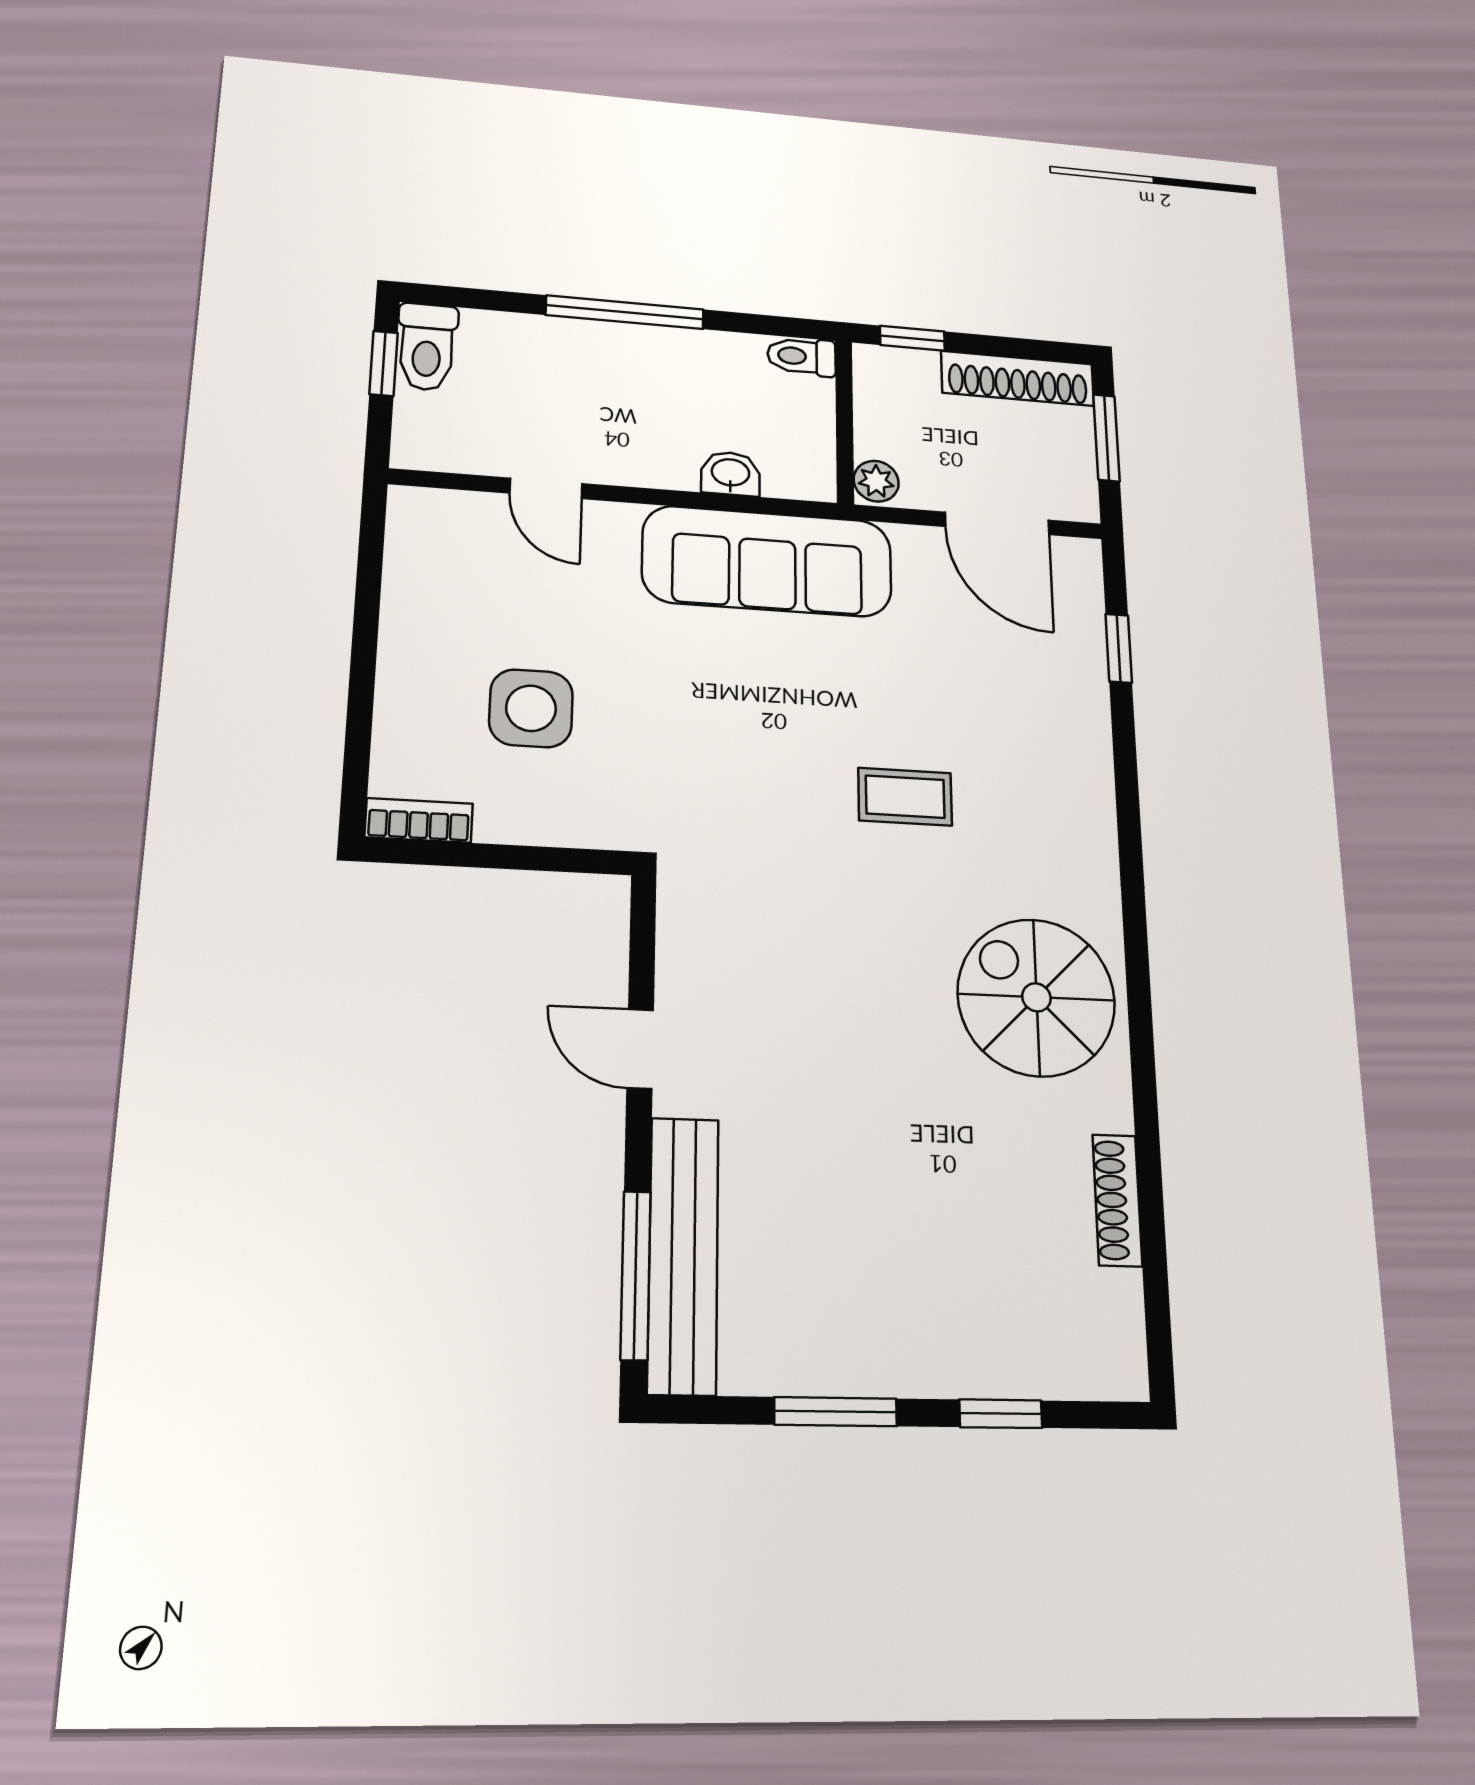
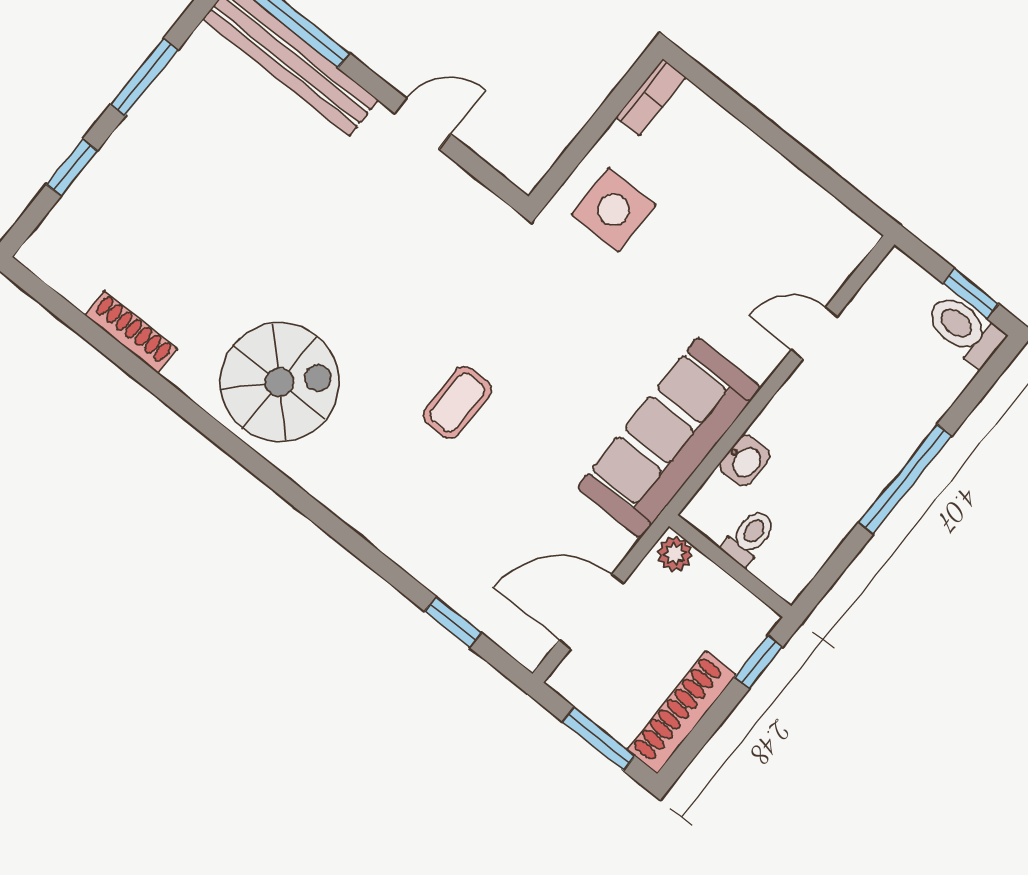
toilet: (802, 356) -> (749, 537), moved
side table: (531, 708) -> (613, 210), moved

